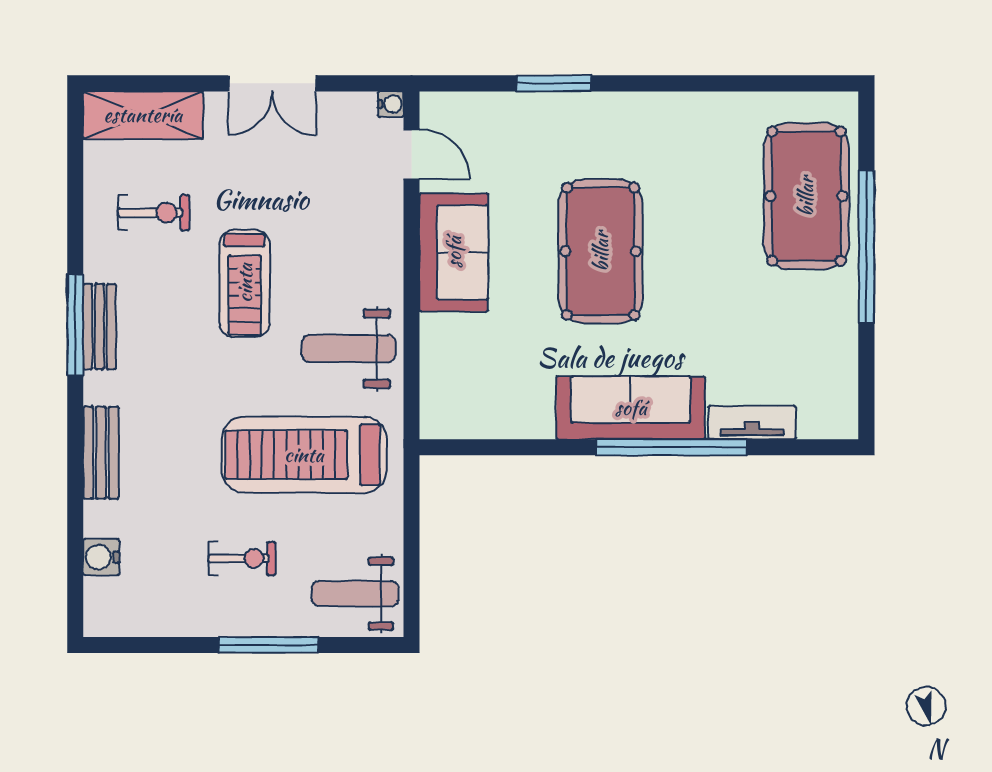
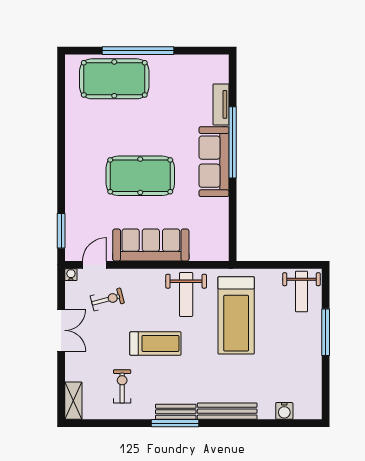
window: (554, 83) -> (61, 231), moved
shelving: (143, 115) -> (73, 401), width x0.67, depth x0.75
sofa: (454, 252) -> (151, 245), width x1.36
bench: (101, 453) -> (227, 411), width x1.36
exercise bike: (242, 558) -> (107, 299), moved, turned 75

